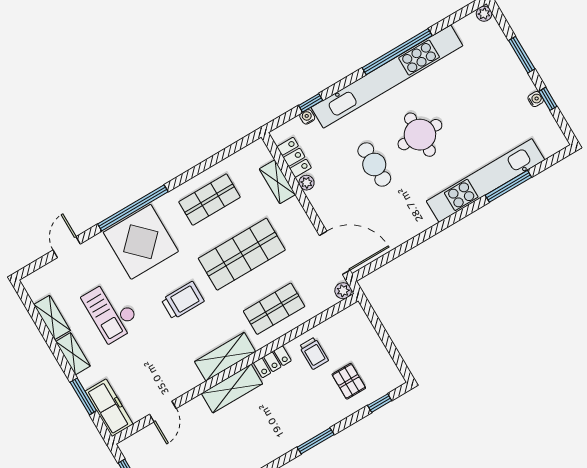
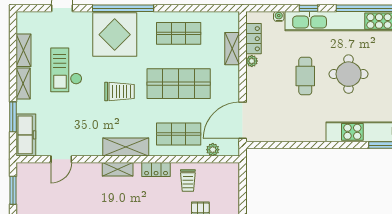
window: (311, 103) -> (309, 8), moved
door: (335, 253) -> (243, 120), swing flipped
plant: (343, 291) -> (213, 150), moved
shelving: (232, 389) -> (118, 169), width x0.67, depth x0.75

